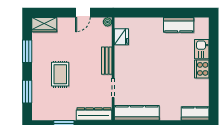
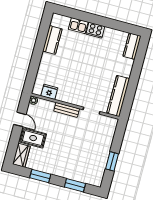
rug: (60, 74) -> (33, 138), moved
dresser: (94, 114) -> (109, 133), removed

